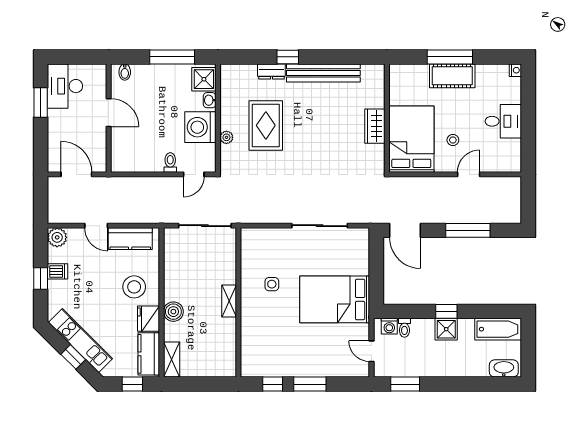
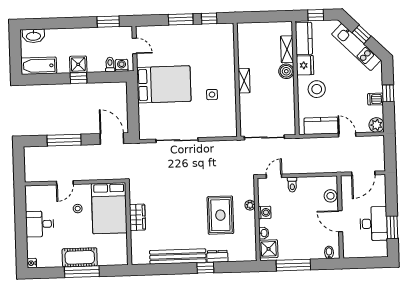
desk: (65, 86) -> (374, 224), moved
washing machine: (200, 127) -> (265, 212), width x0.53, depth x0.53
stool: (120, 146) -> (330, 196), added
door: (76, 174) -> (363, 173), hinge flipped
shelving: (172, 360) -> (287, 49), moved

